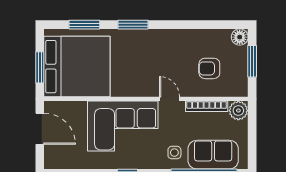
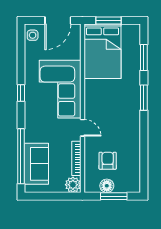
floor lamp: (240, 37) -> (107, 186), moved
bed: (77, 67) -> (102, 51), width x0.73
door: (170, 99) -> (82, 128), hinge flipped
side table: (174, 153) -> (33, 35), moved

